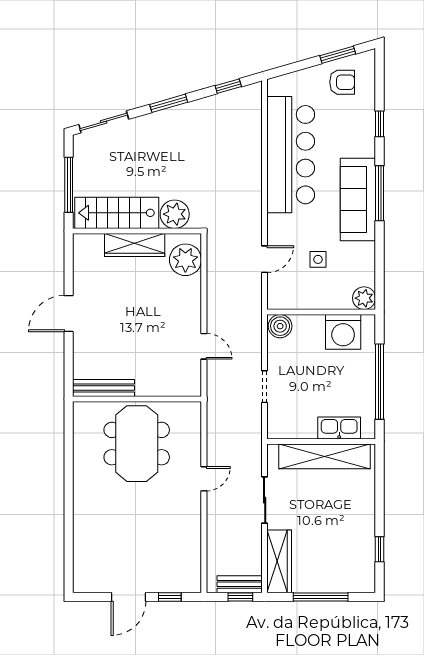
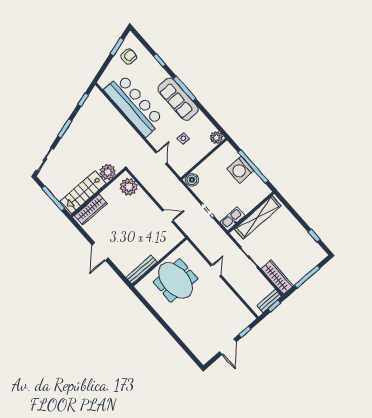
wardrobe: (135, 245) -> (91, 210), moved
washing machine: (343, 332) -> (240, 170), moved, turned 90
kitchen sink: (339, 428) -> (232, 219), moved

